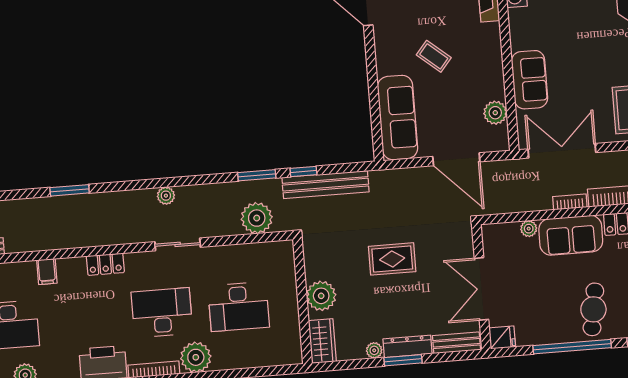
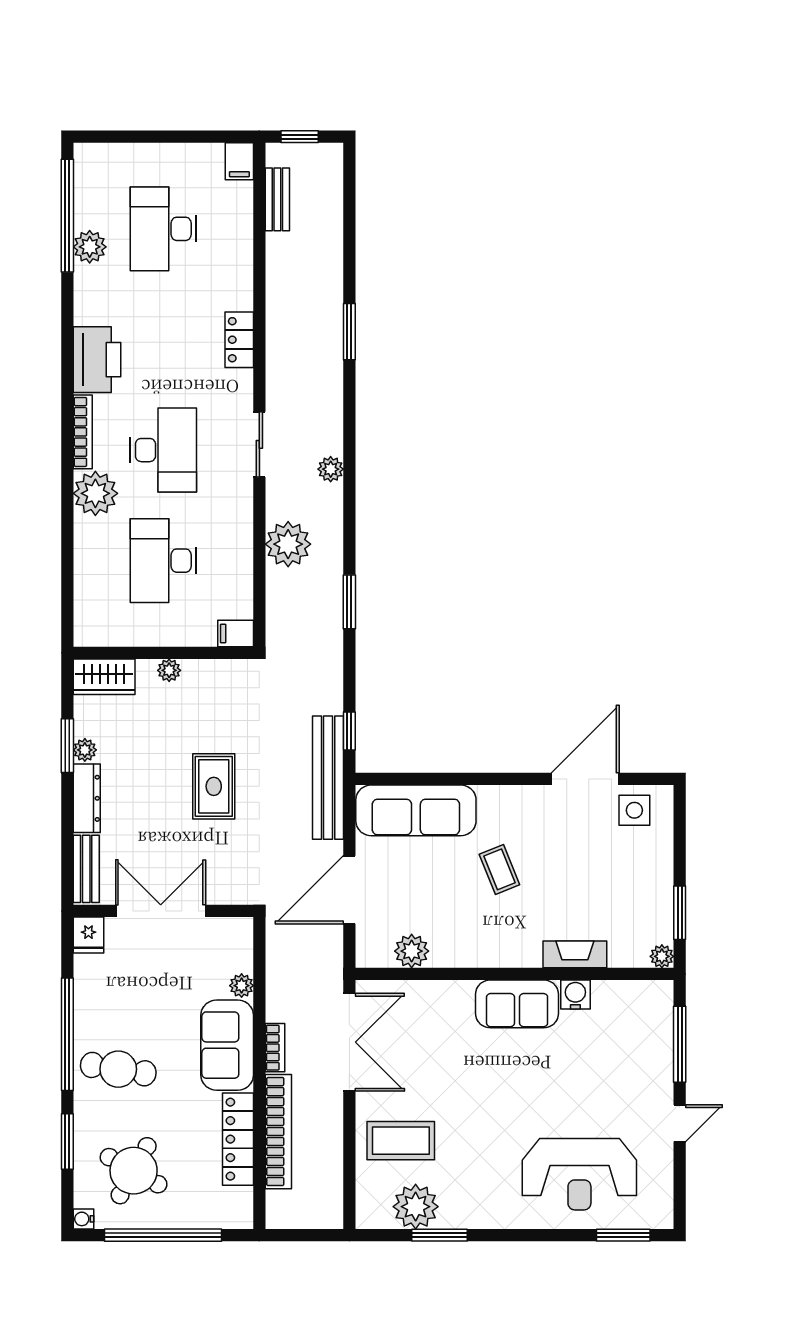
coffee table: (434, 56) -> (499, 869), turned -62
sofa: (529, 80) -> (517, 1004), moved
window: (303, 172) -> (349, 731), moved
bench: (325, 185) -> (328, 778), moved
plant: (257, 218) -> (288, 544), moved
sliding door: (178, 244) -> (259, 444), moved
locker: (105, 264) -> (239, 340), moved
filing cabinet: (47, 272) -> (236, 633), moved
plant: (321, 296) -> (169, 670), width x0.53, depth x0.53
window: (403, 360) -> (67, 746), moved

